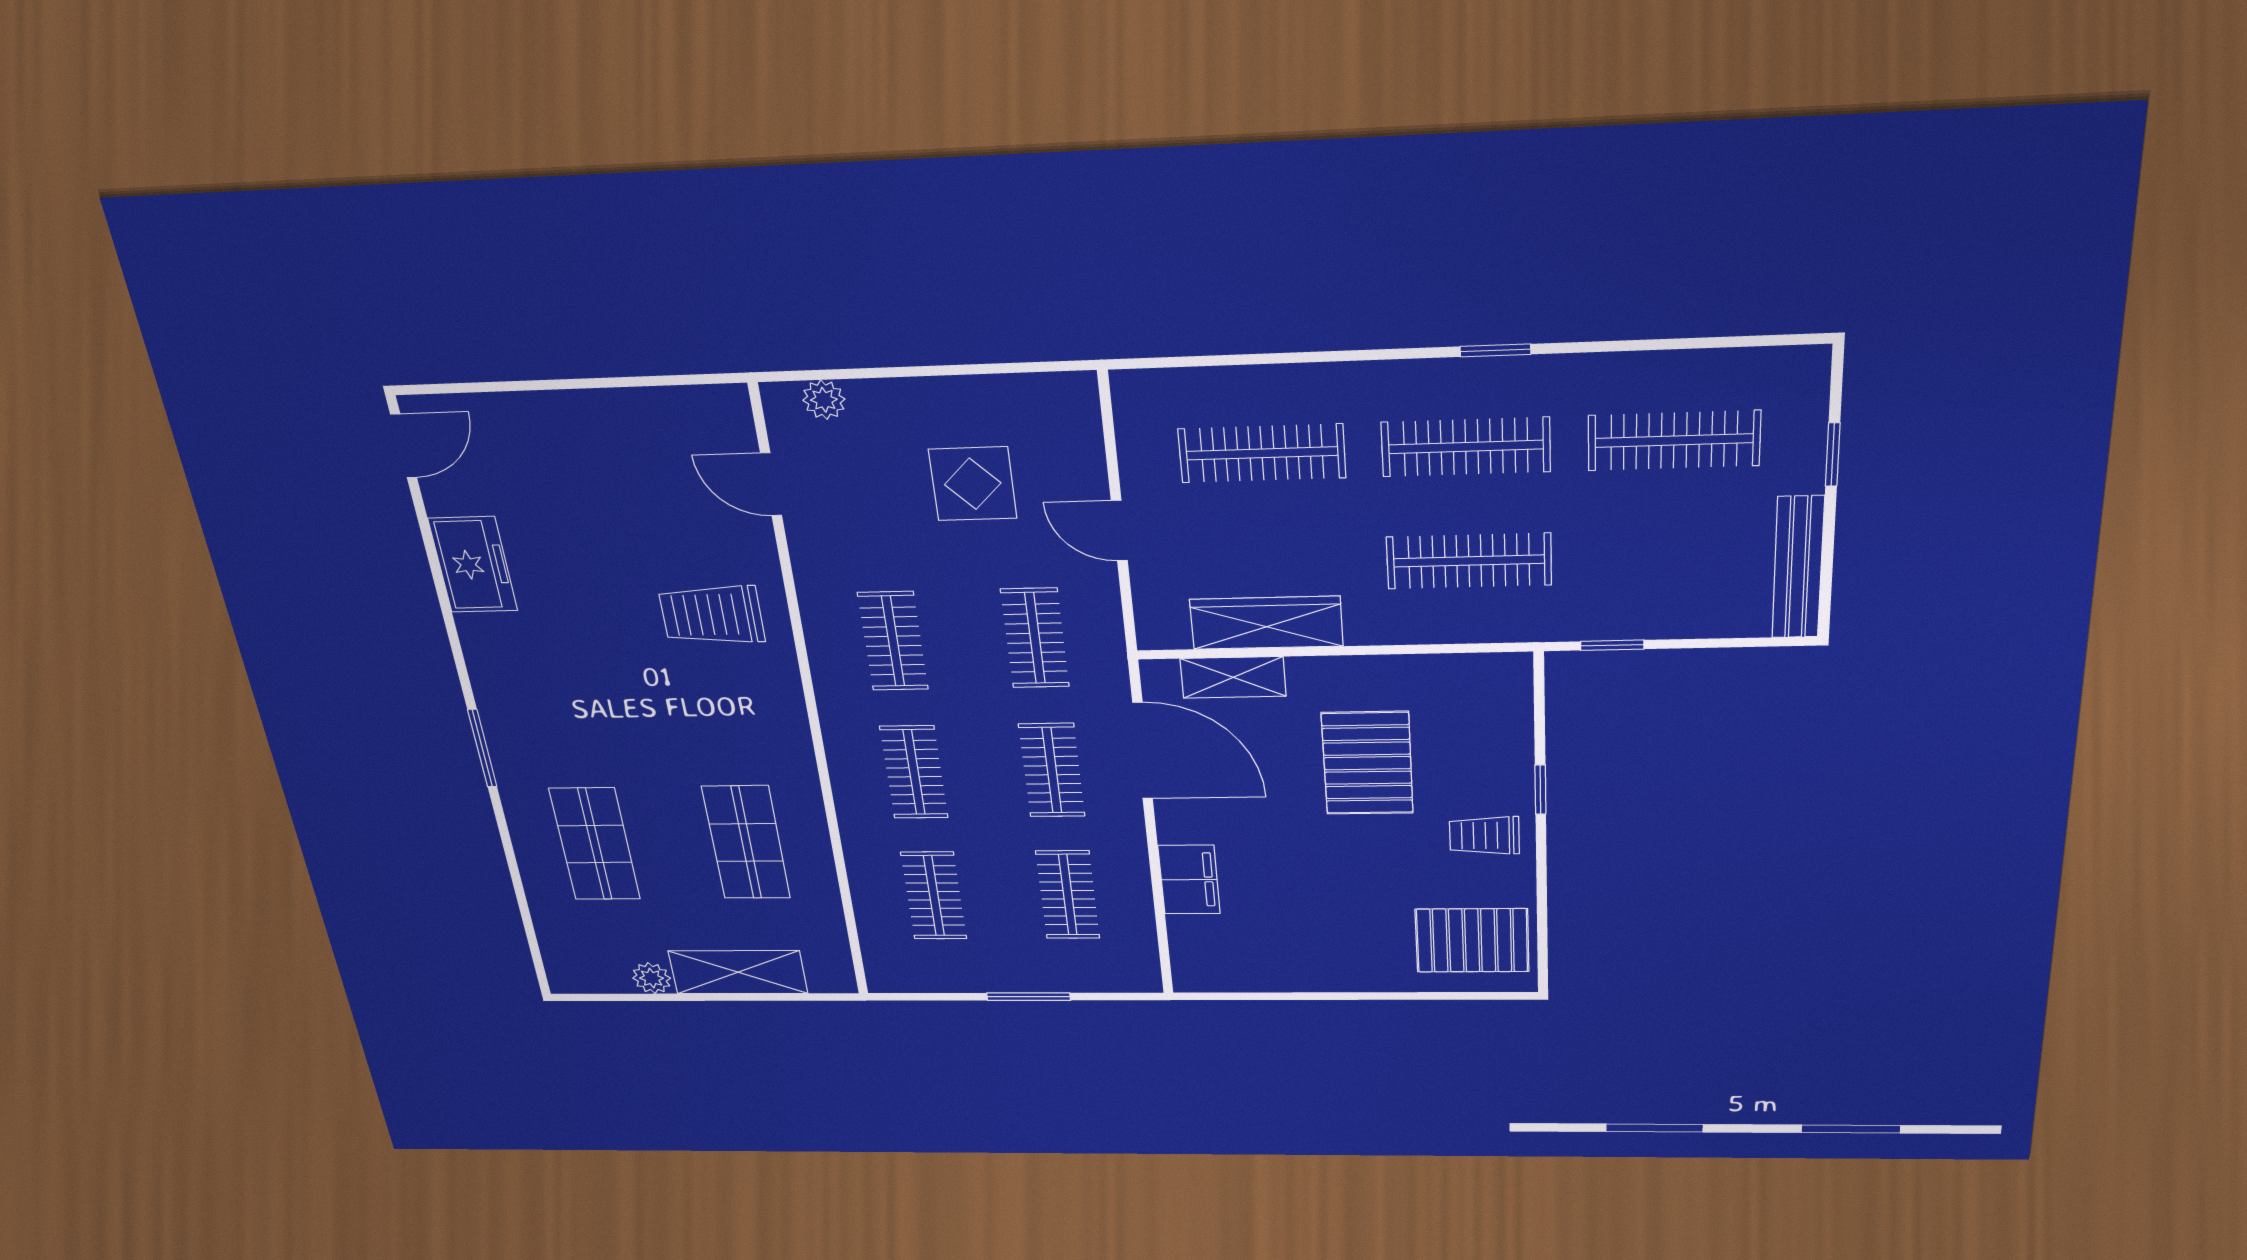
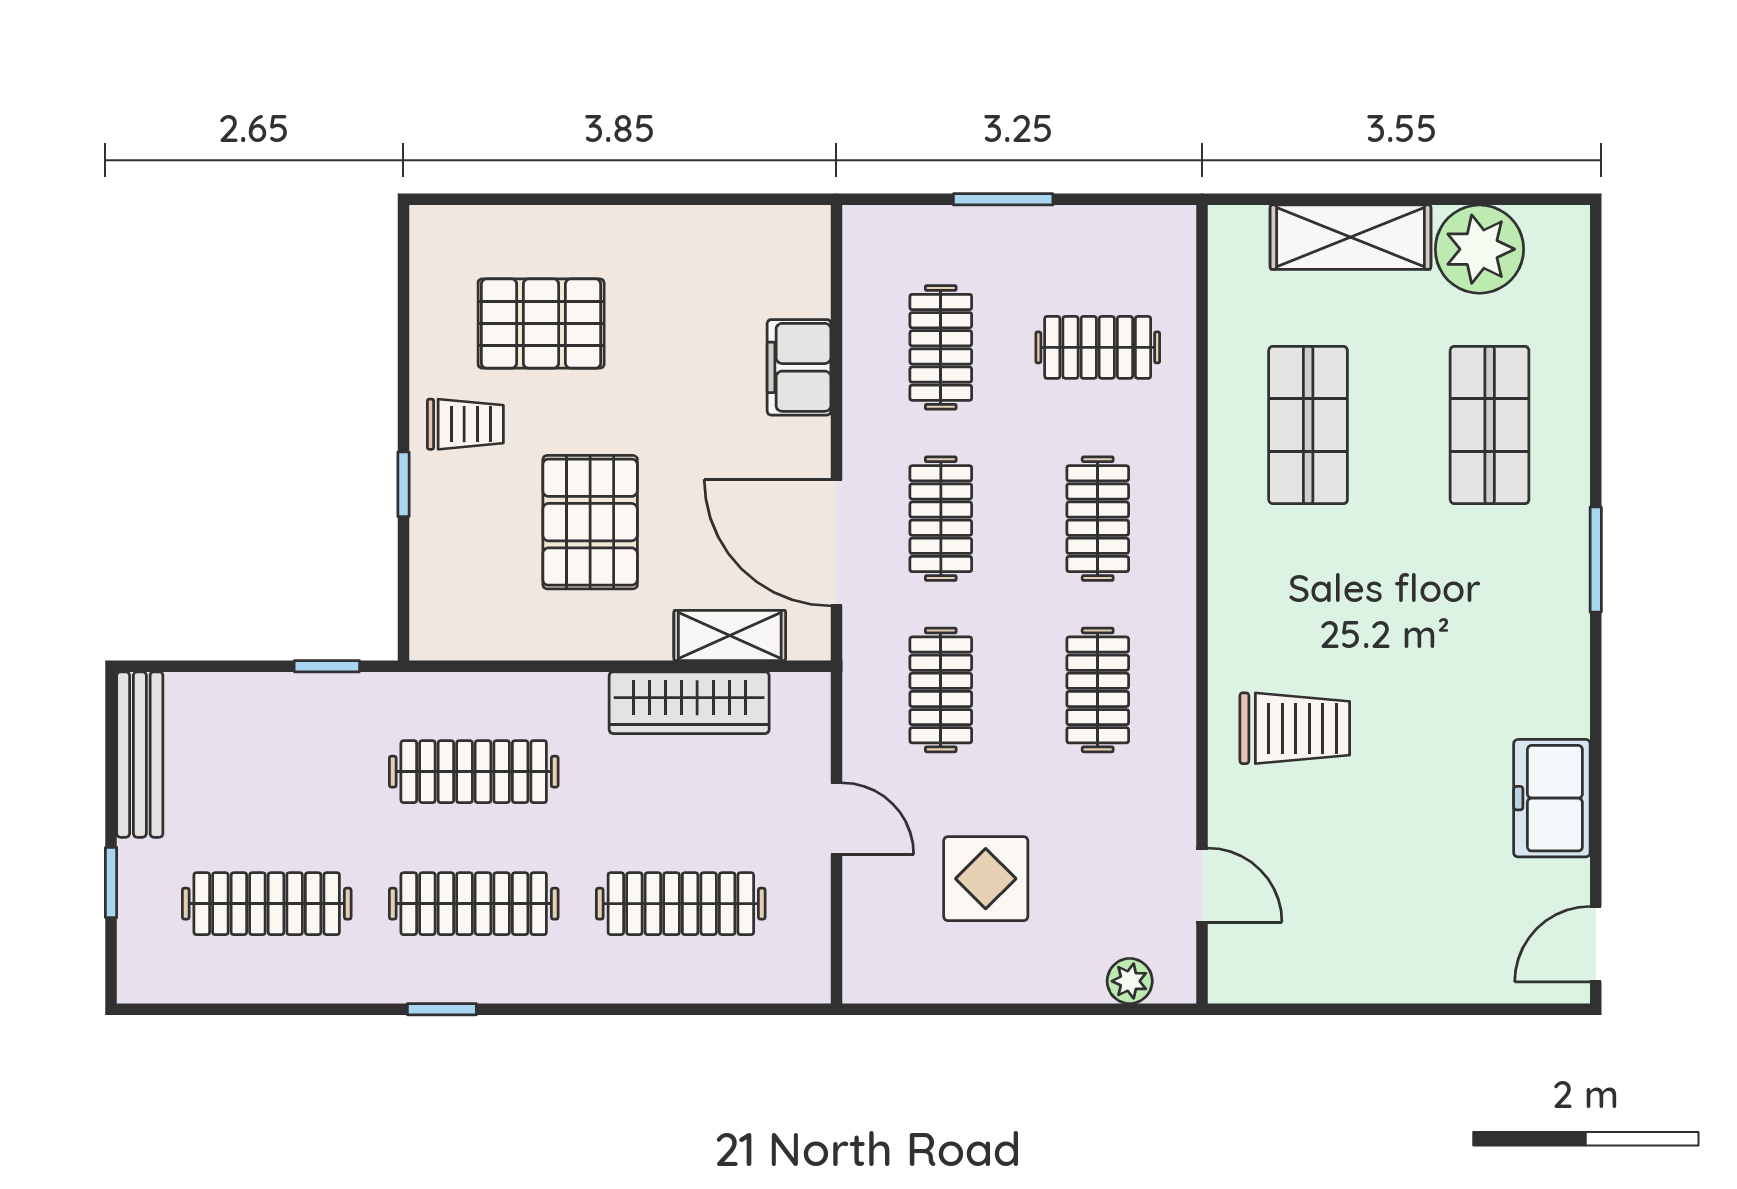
clothes rail: (934, 896) -> (1098, 347), turned 90
pallet: (1472, 940) -> (541, 324), moved
plant: (652, 978) -> (1479, 249), width x1.87, depth x1.87

